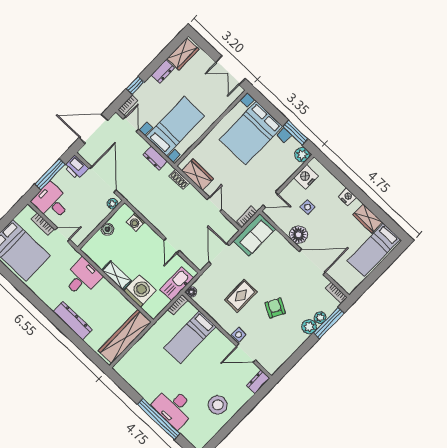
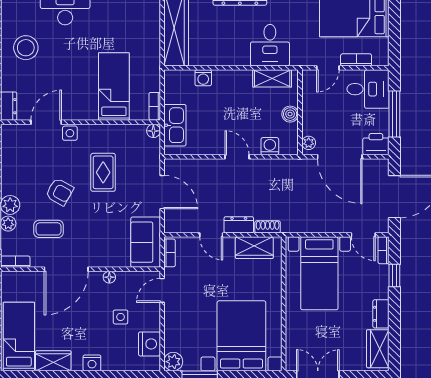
dresser: (155, 158) -> (239, 225), moved
floor lamp: (299, 235) -> (109, 277), width x0.53, depth x0.53
door: (171, 246) -> (237, 157), moved
shelving: (117, 276) -> (272, 78), moved
washing machine: (140, 291) -> (203, 78), width x0.53, depth x0.53
coffee table: (301, 293) -> (49, 229), added

